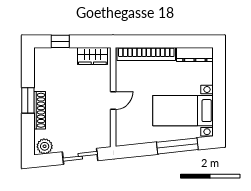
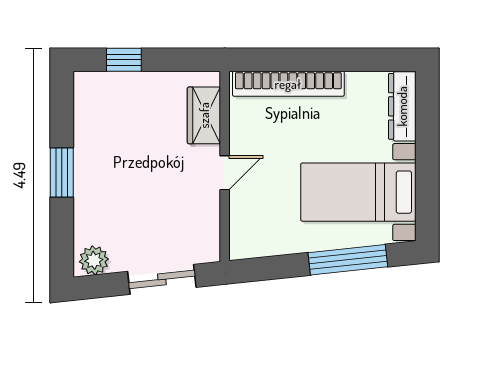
dresser: (195, 54) -> (402, 106), moved, turned 90
wardrobe: (92, 56) -> (204, 115), moved, turned 90
shoe rack: (40, 110) -> (84, 191), removed

